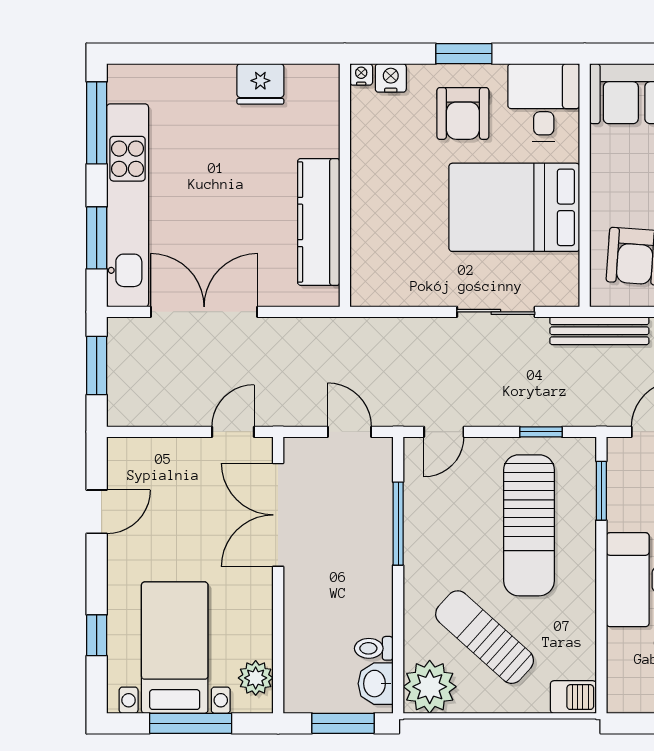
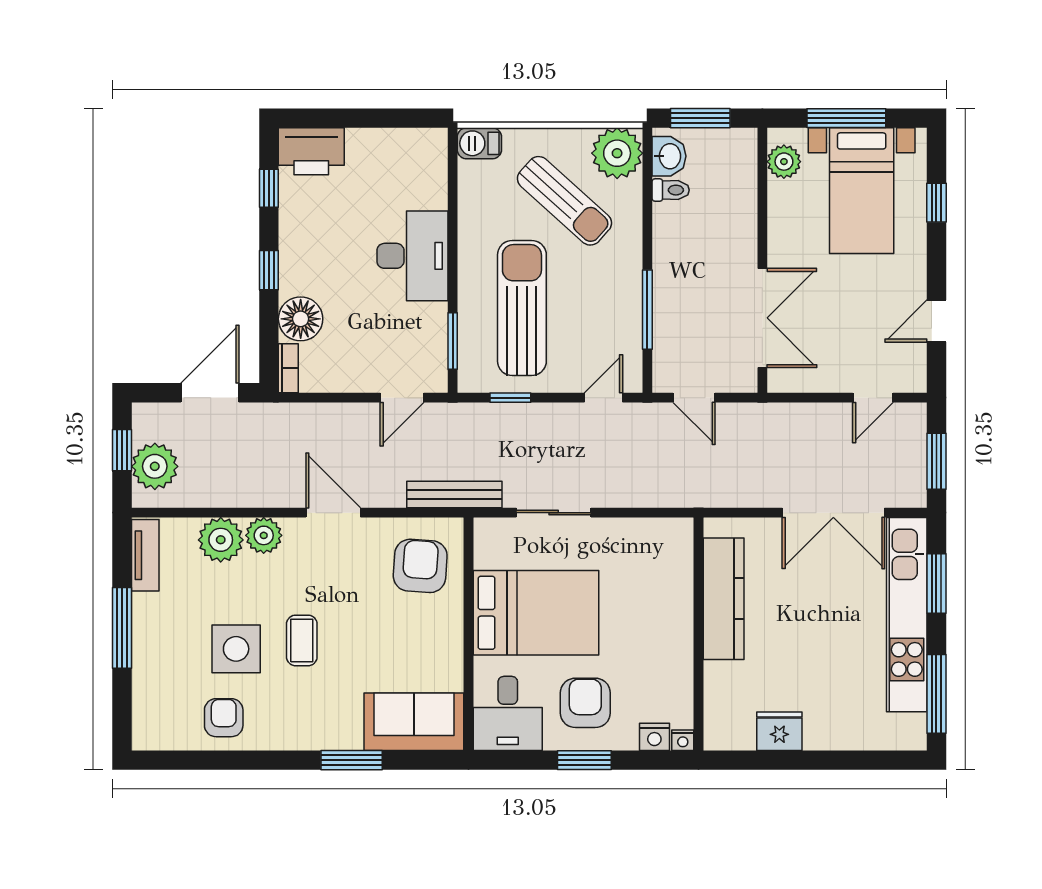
door: (233, 432) -> (873, 398), moved

